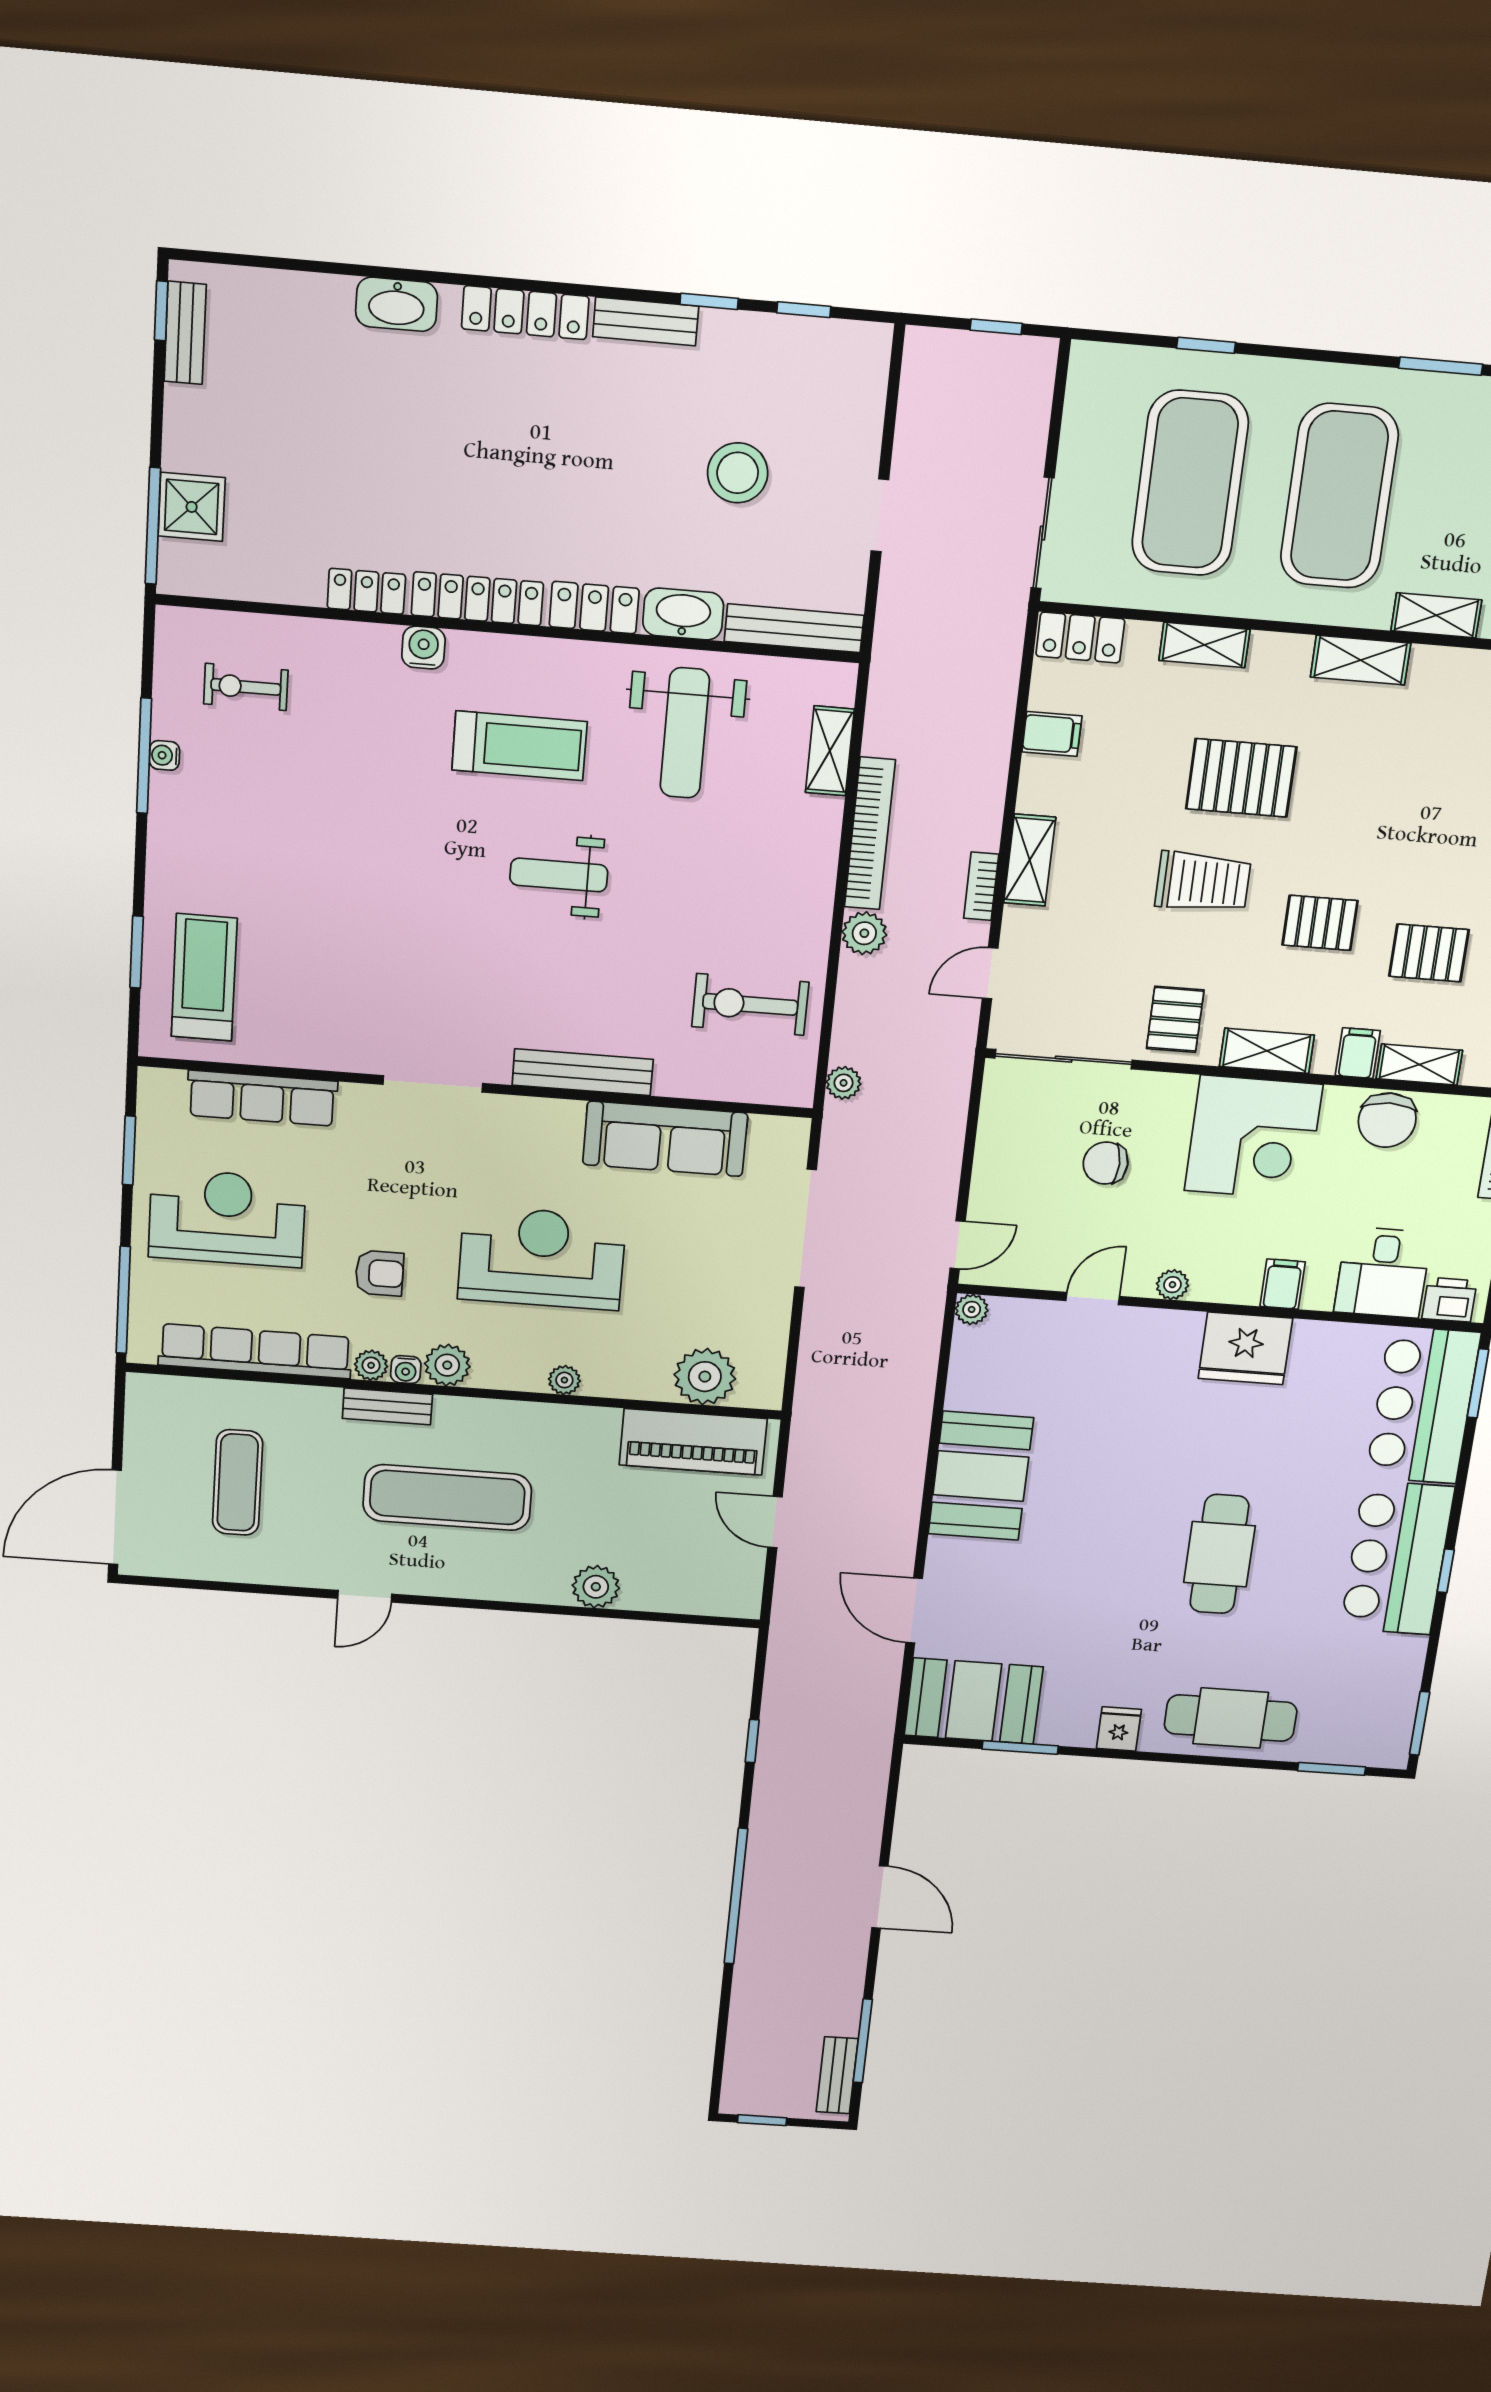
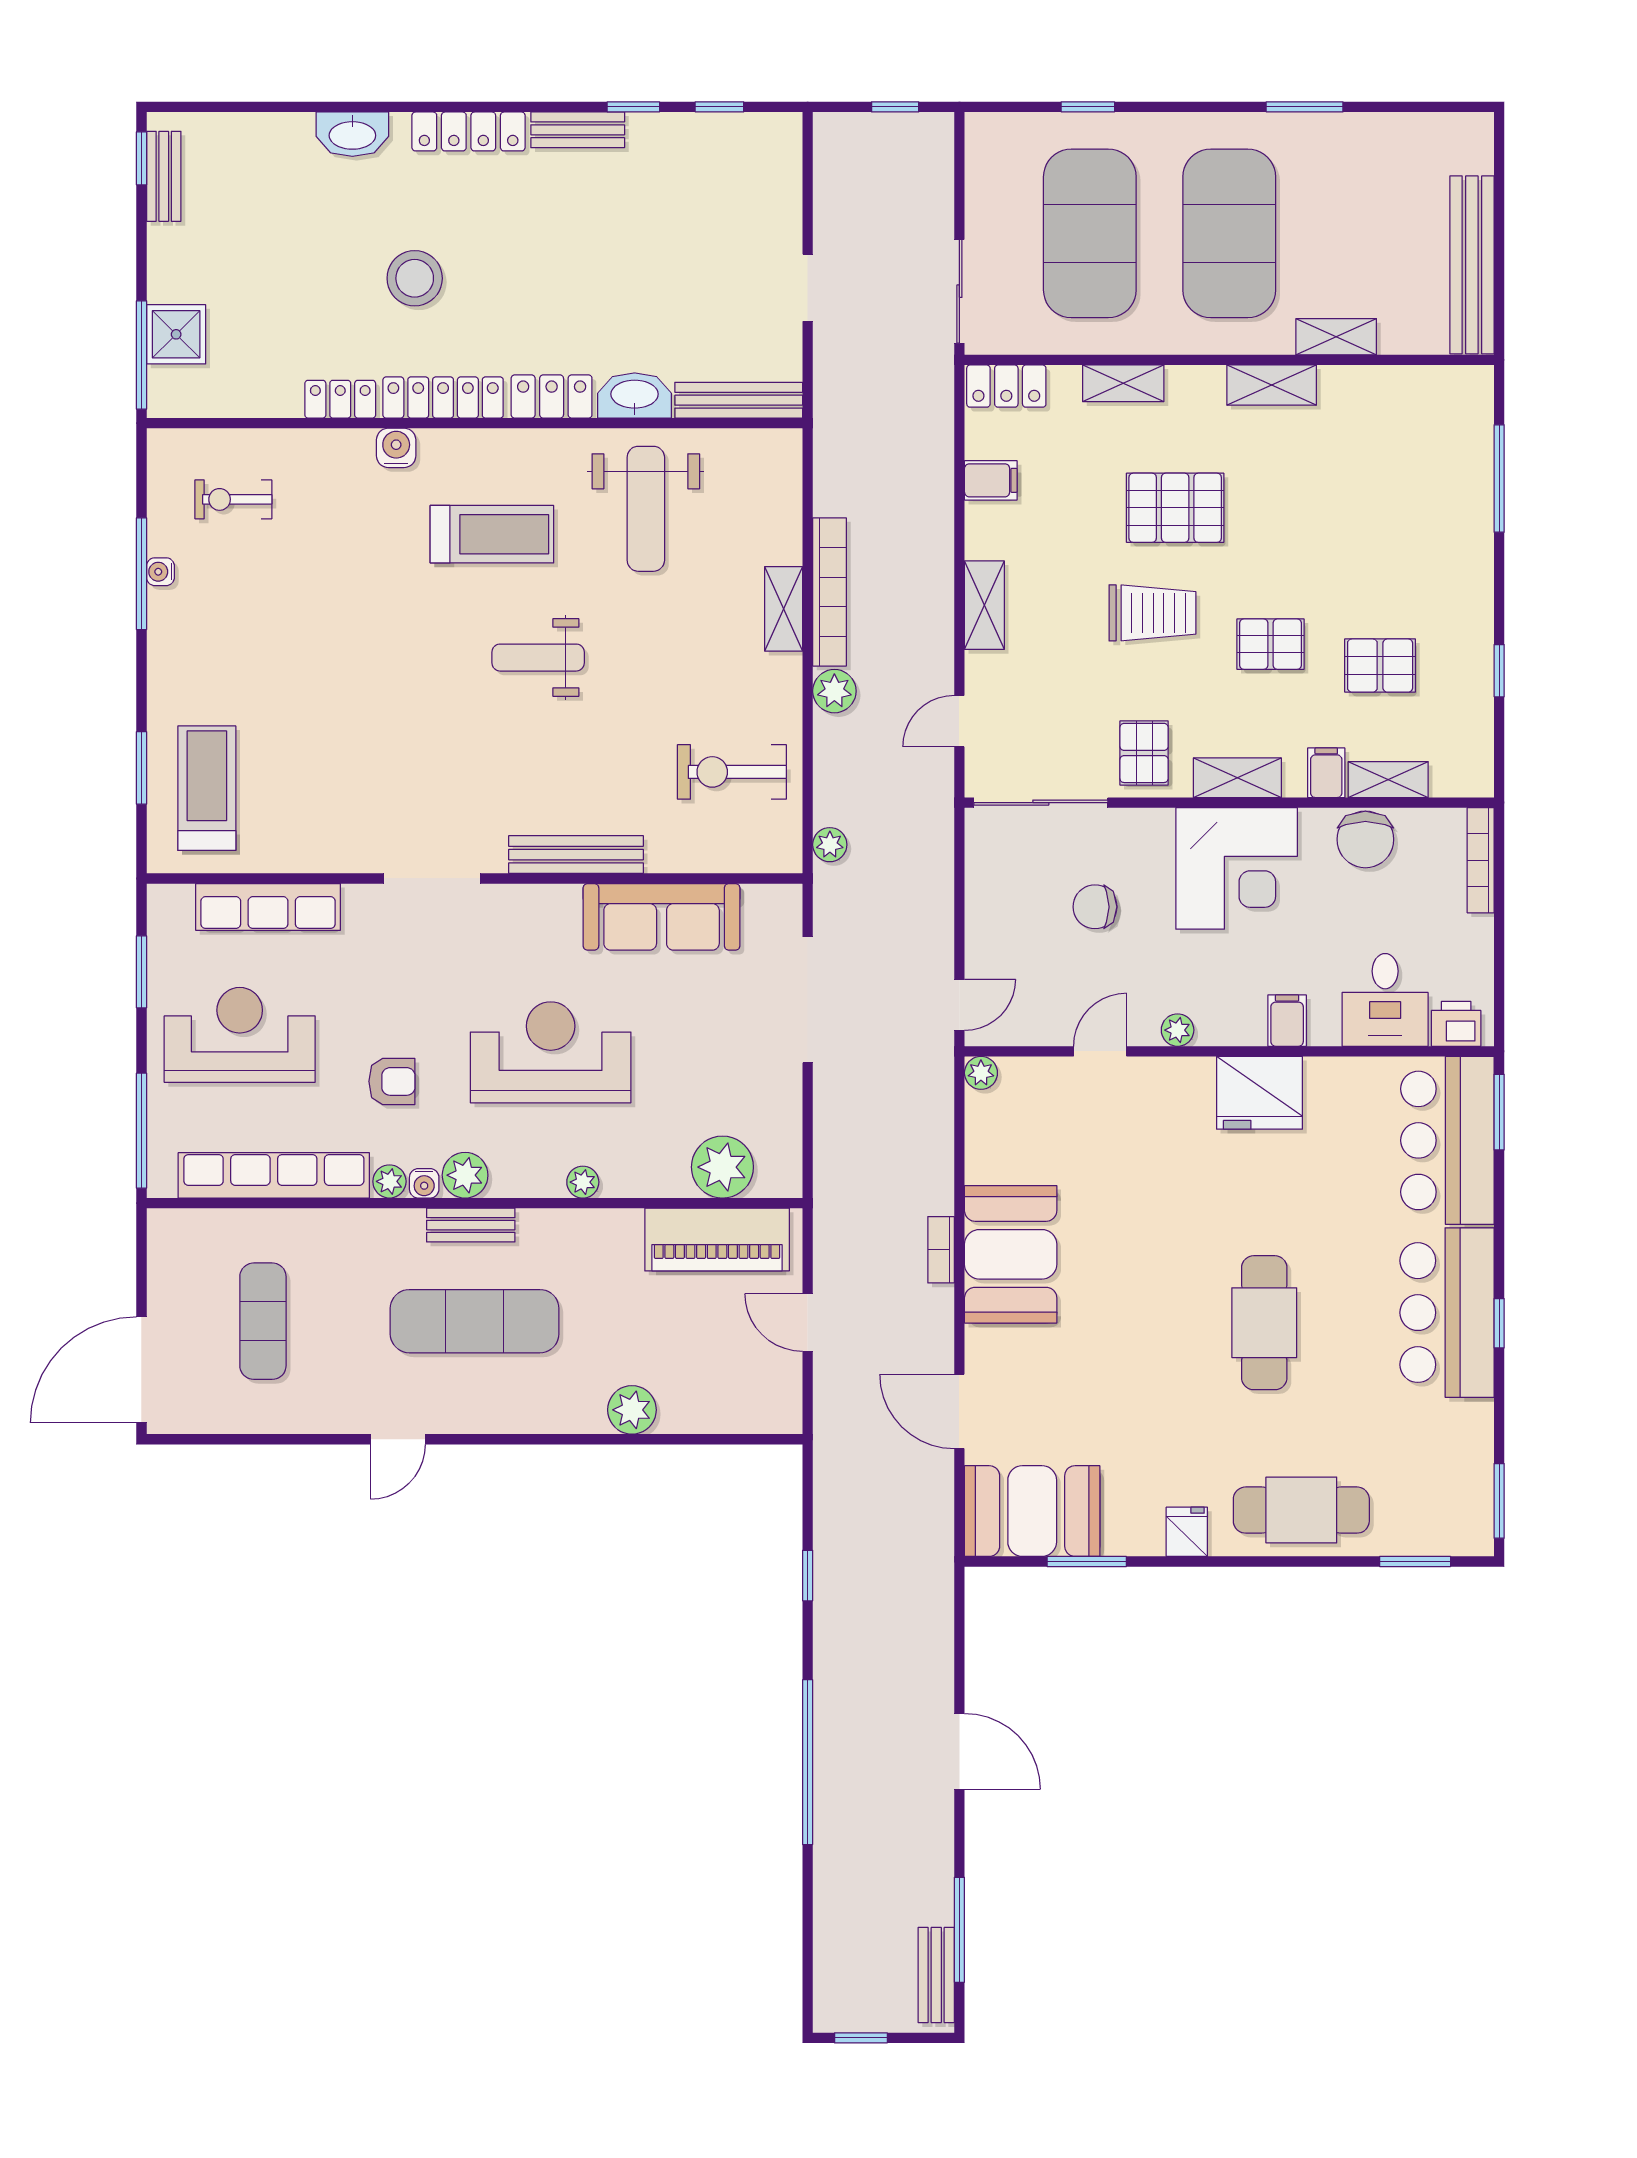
stool: (738, 473) -> (415, 278), moved
shelving: (830, 751) -> (784, 609), moved
bookcase: (981, 886) -> (941, 1250), moved
bench: (387, 1406) -> (471, 1225), moved

